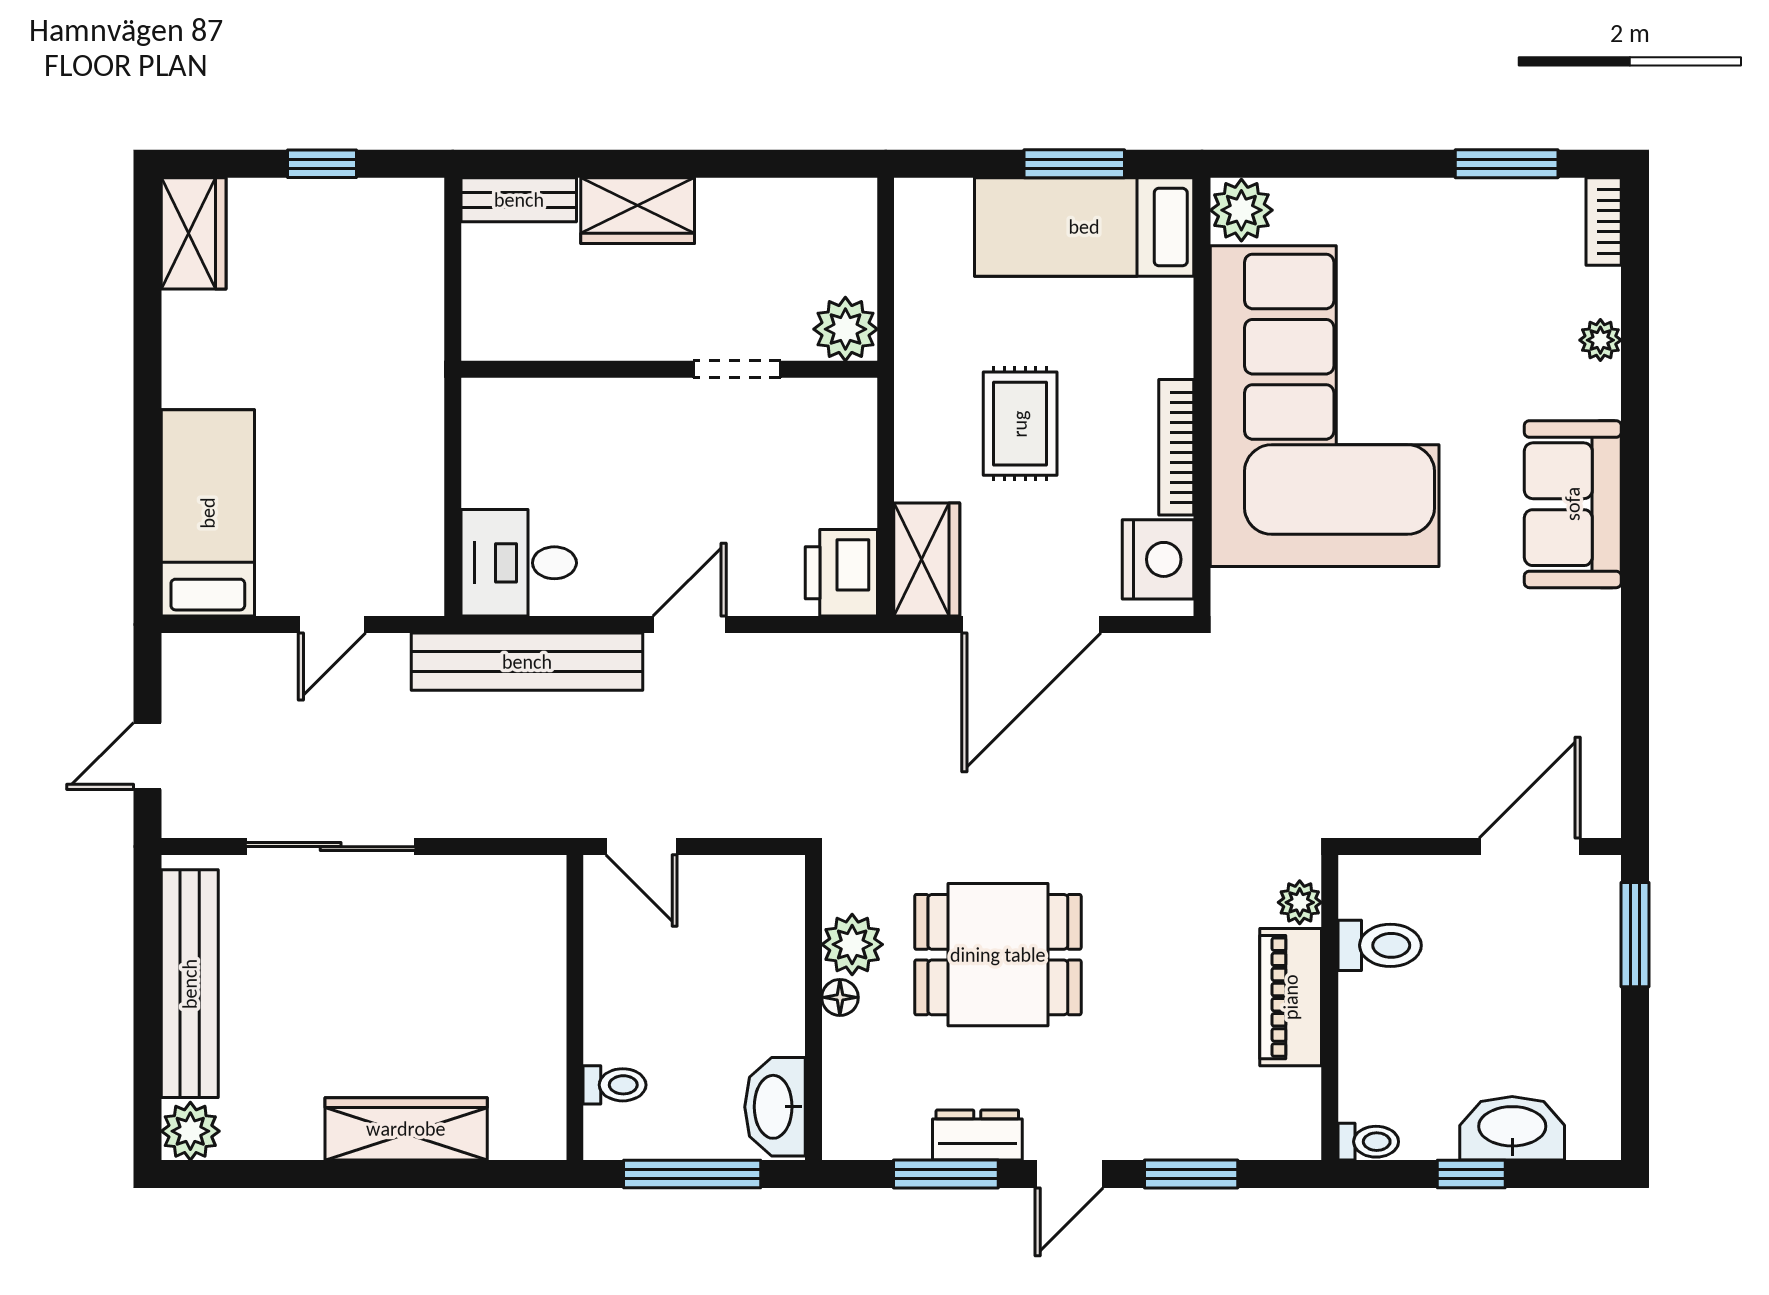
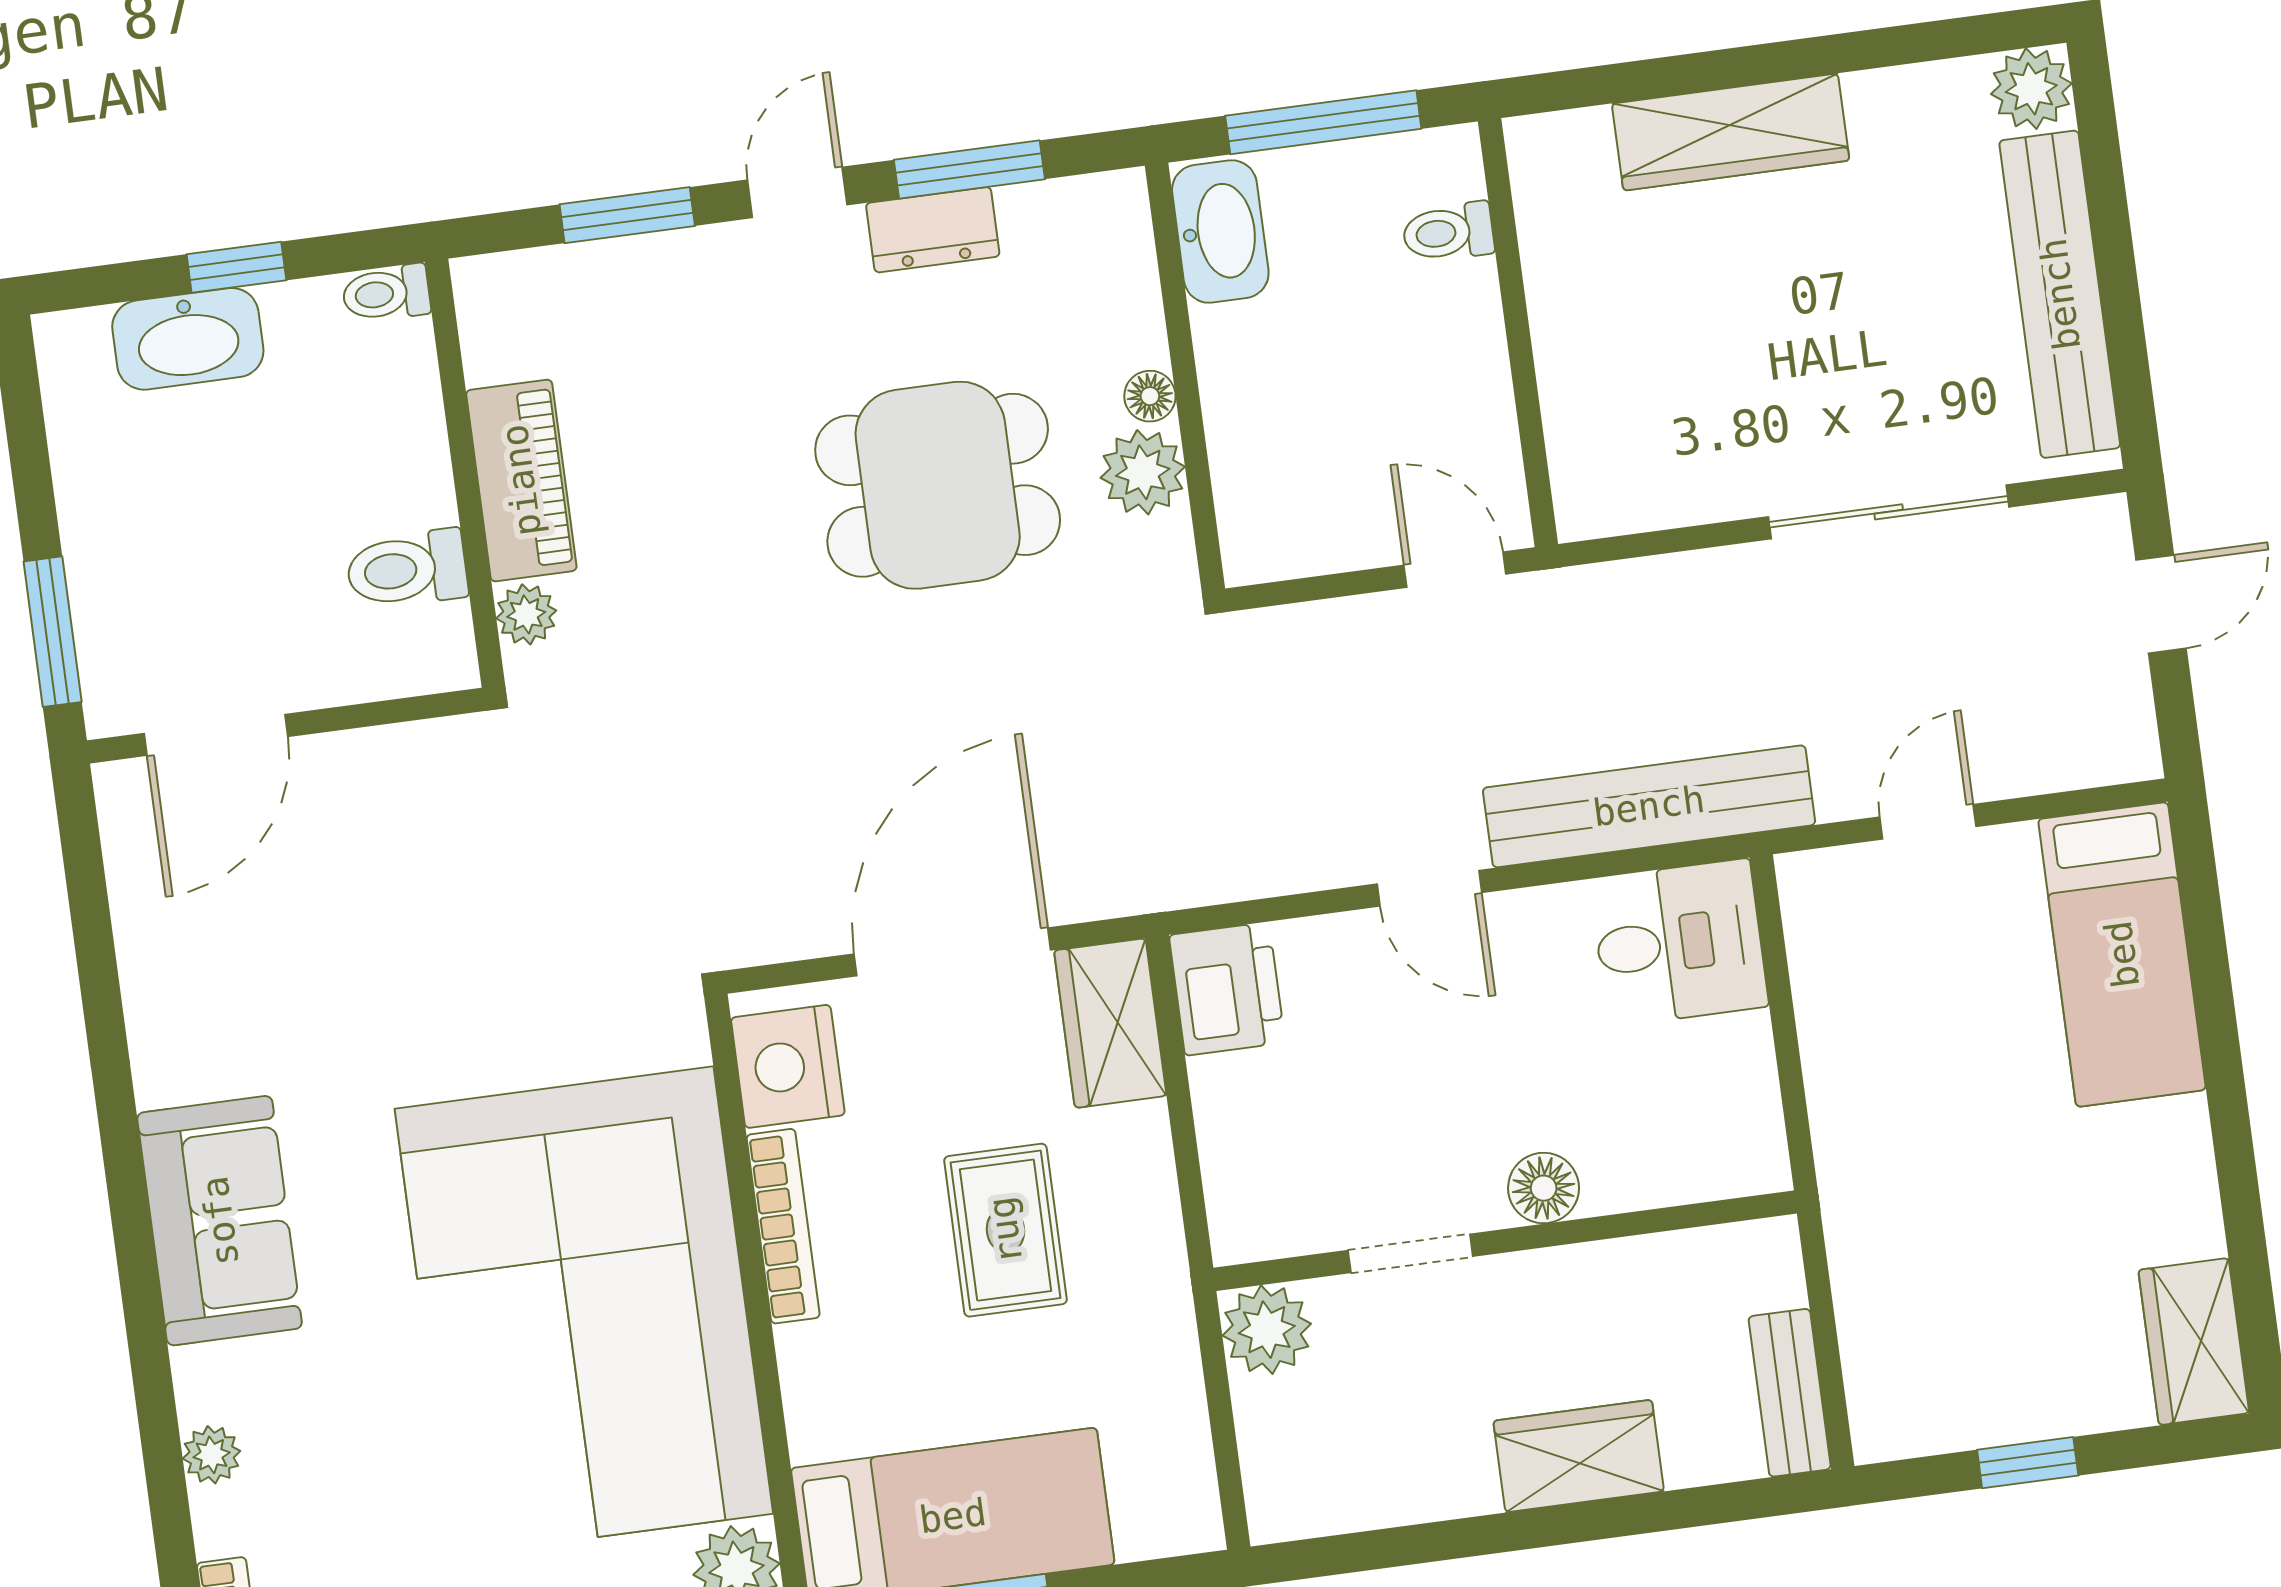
bench: (519, 200) -> (1790, 1393), moved, turned 90
floor lamp: (637, 403) -> (1544, 1188), added
door: (689, 625) -> (1429, 888), hinge flipped

